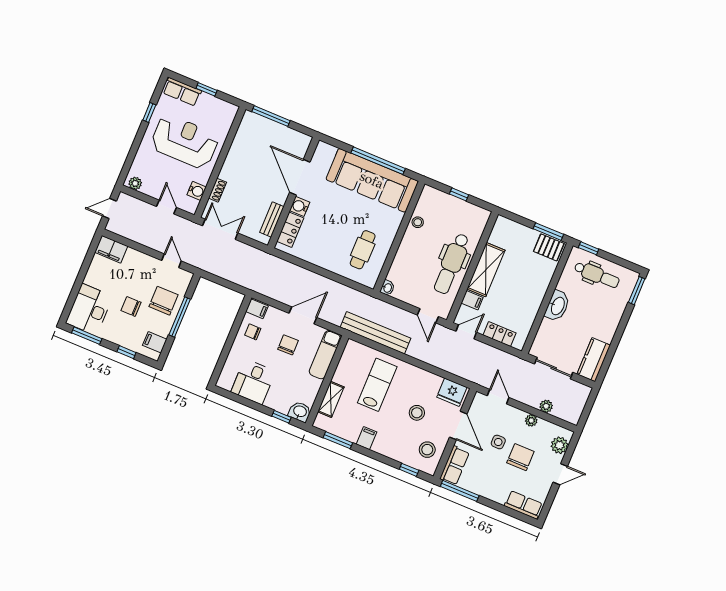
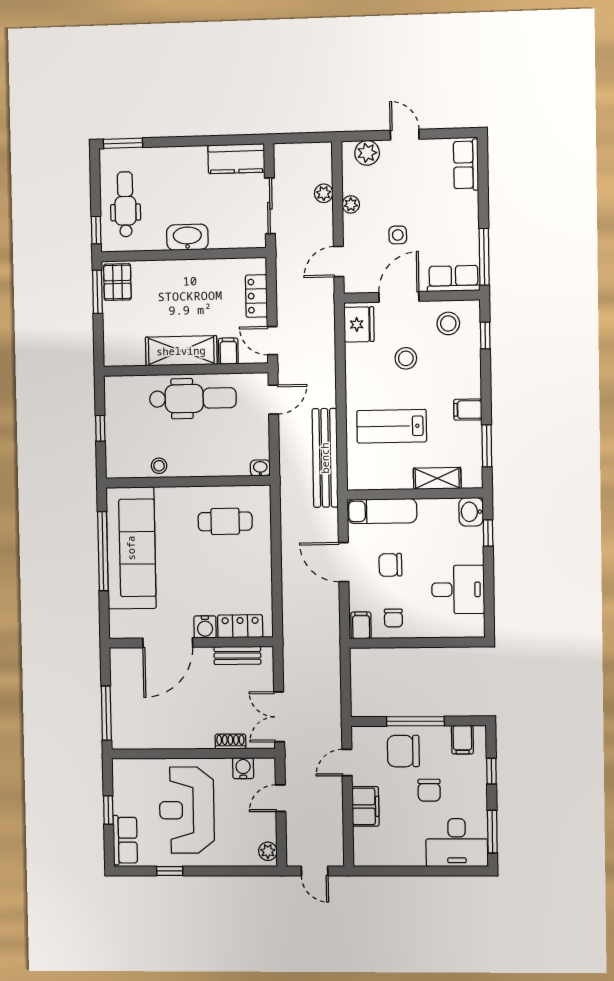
filing cabinet: (111, 249) -> (365, 806), moved
chair: (520, 457) -> (405, 197), removed

